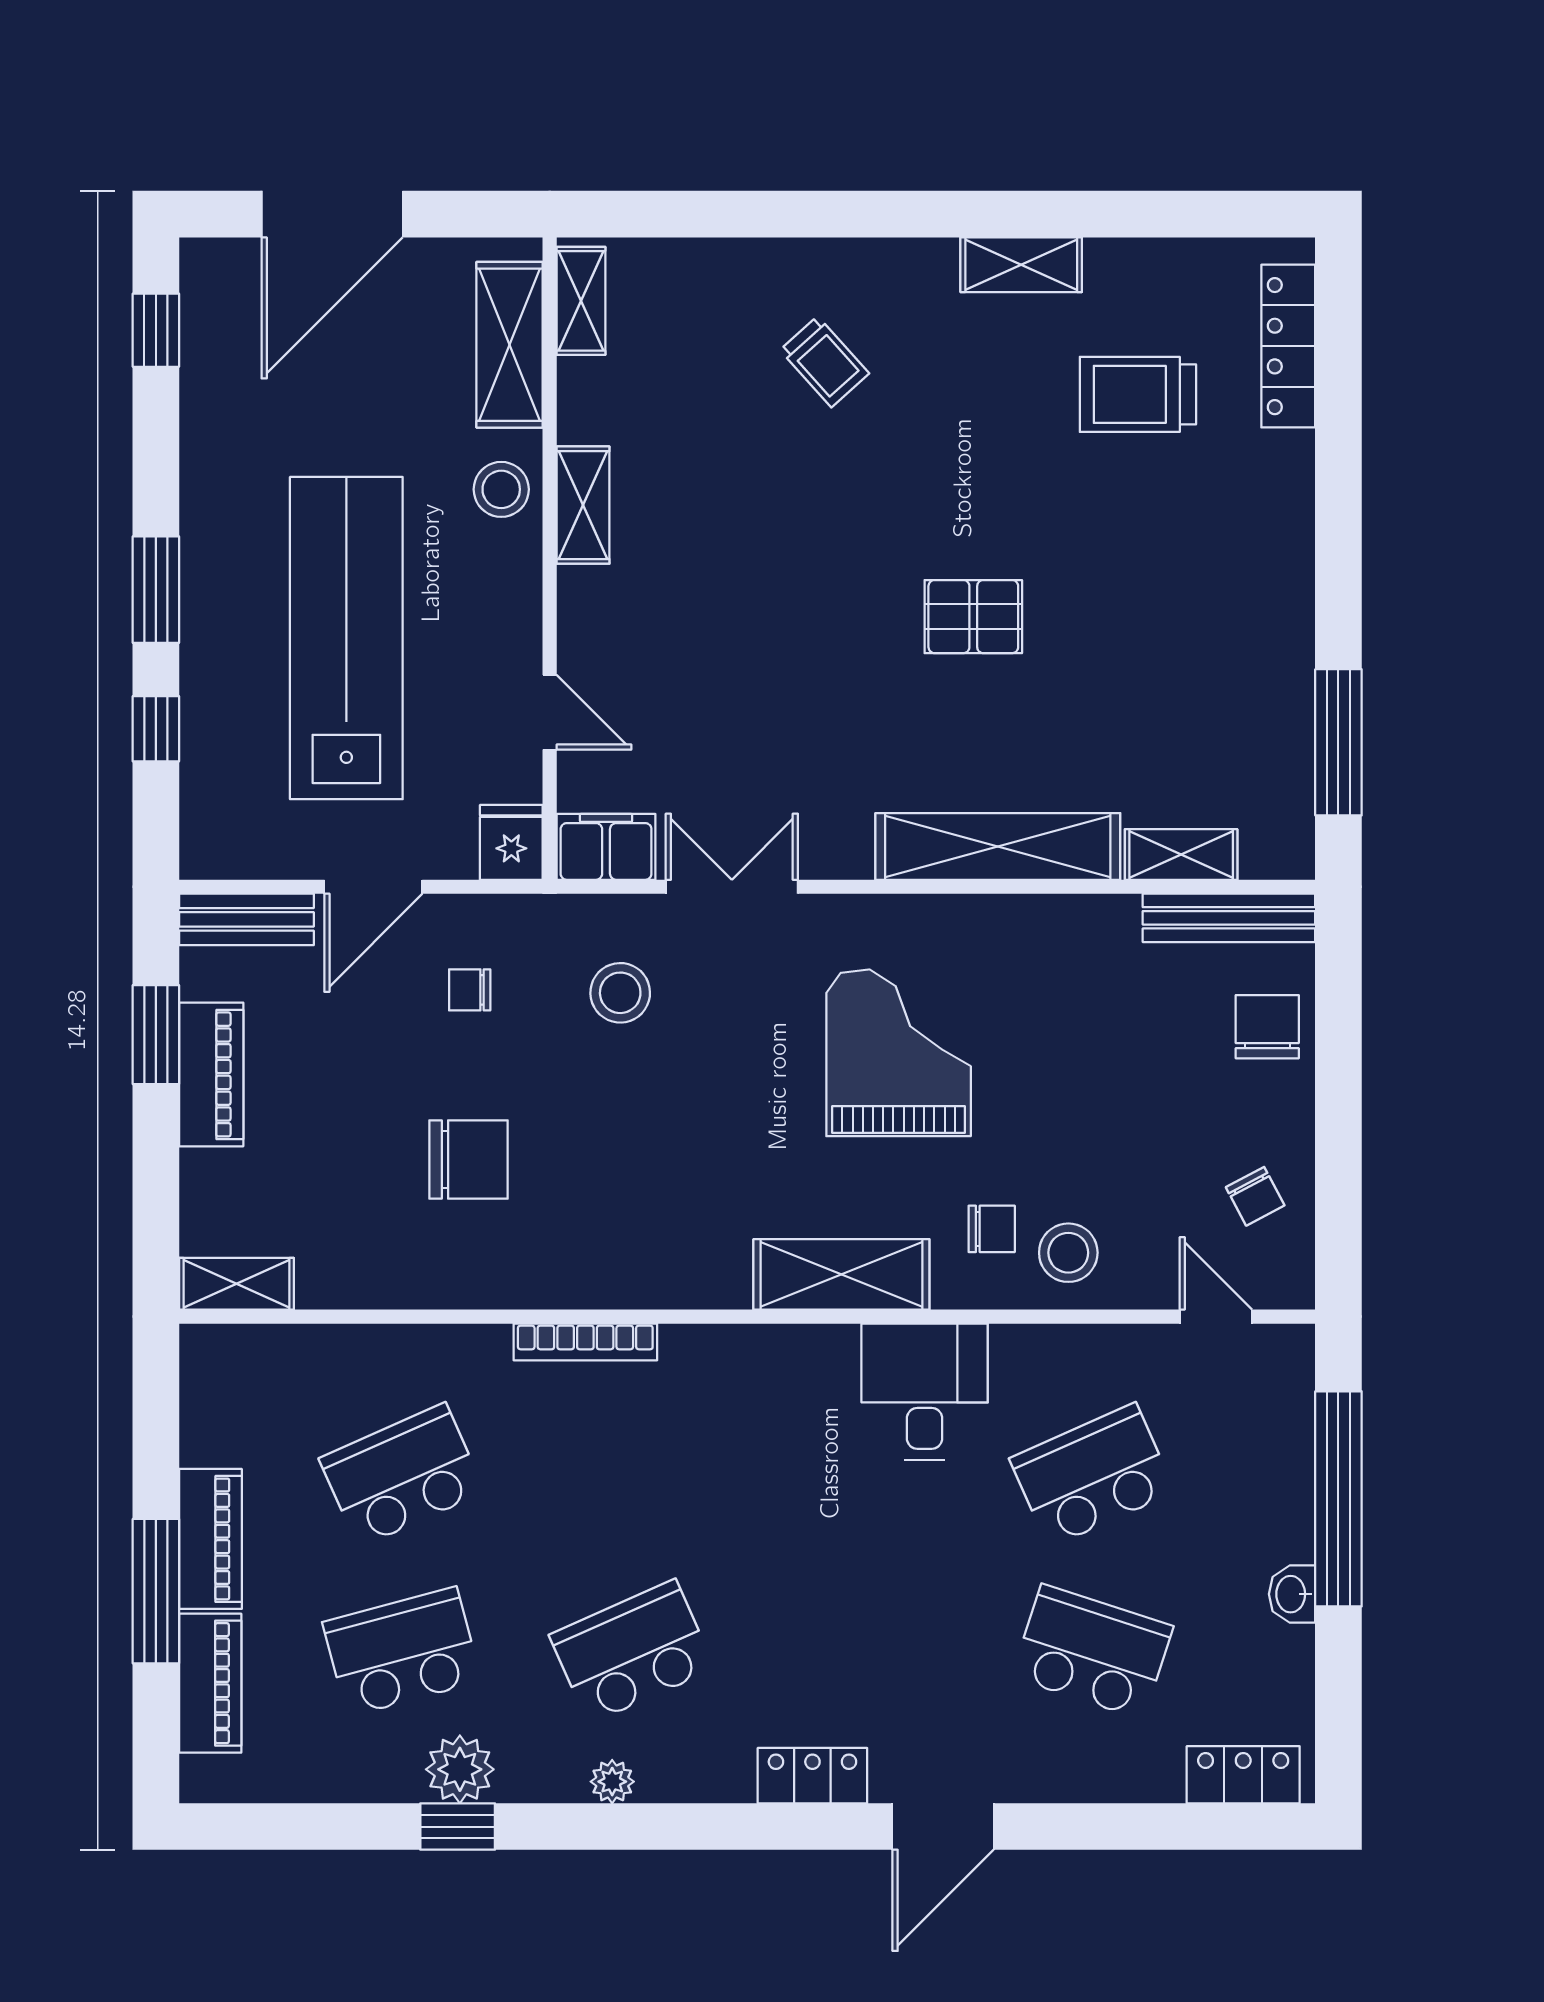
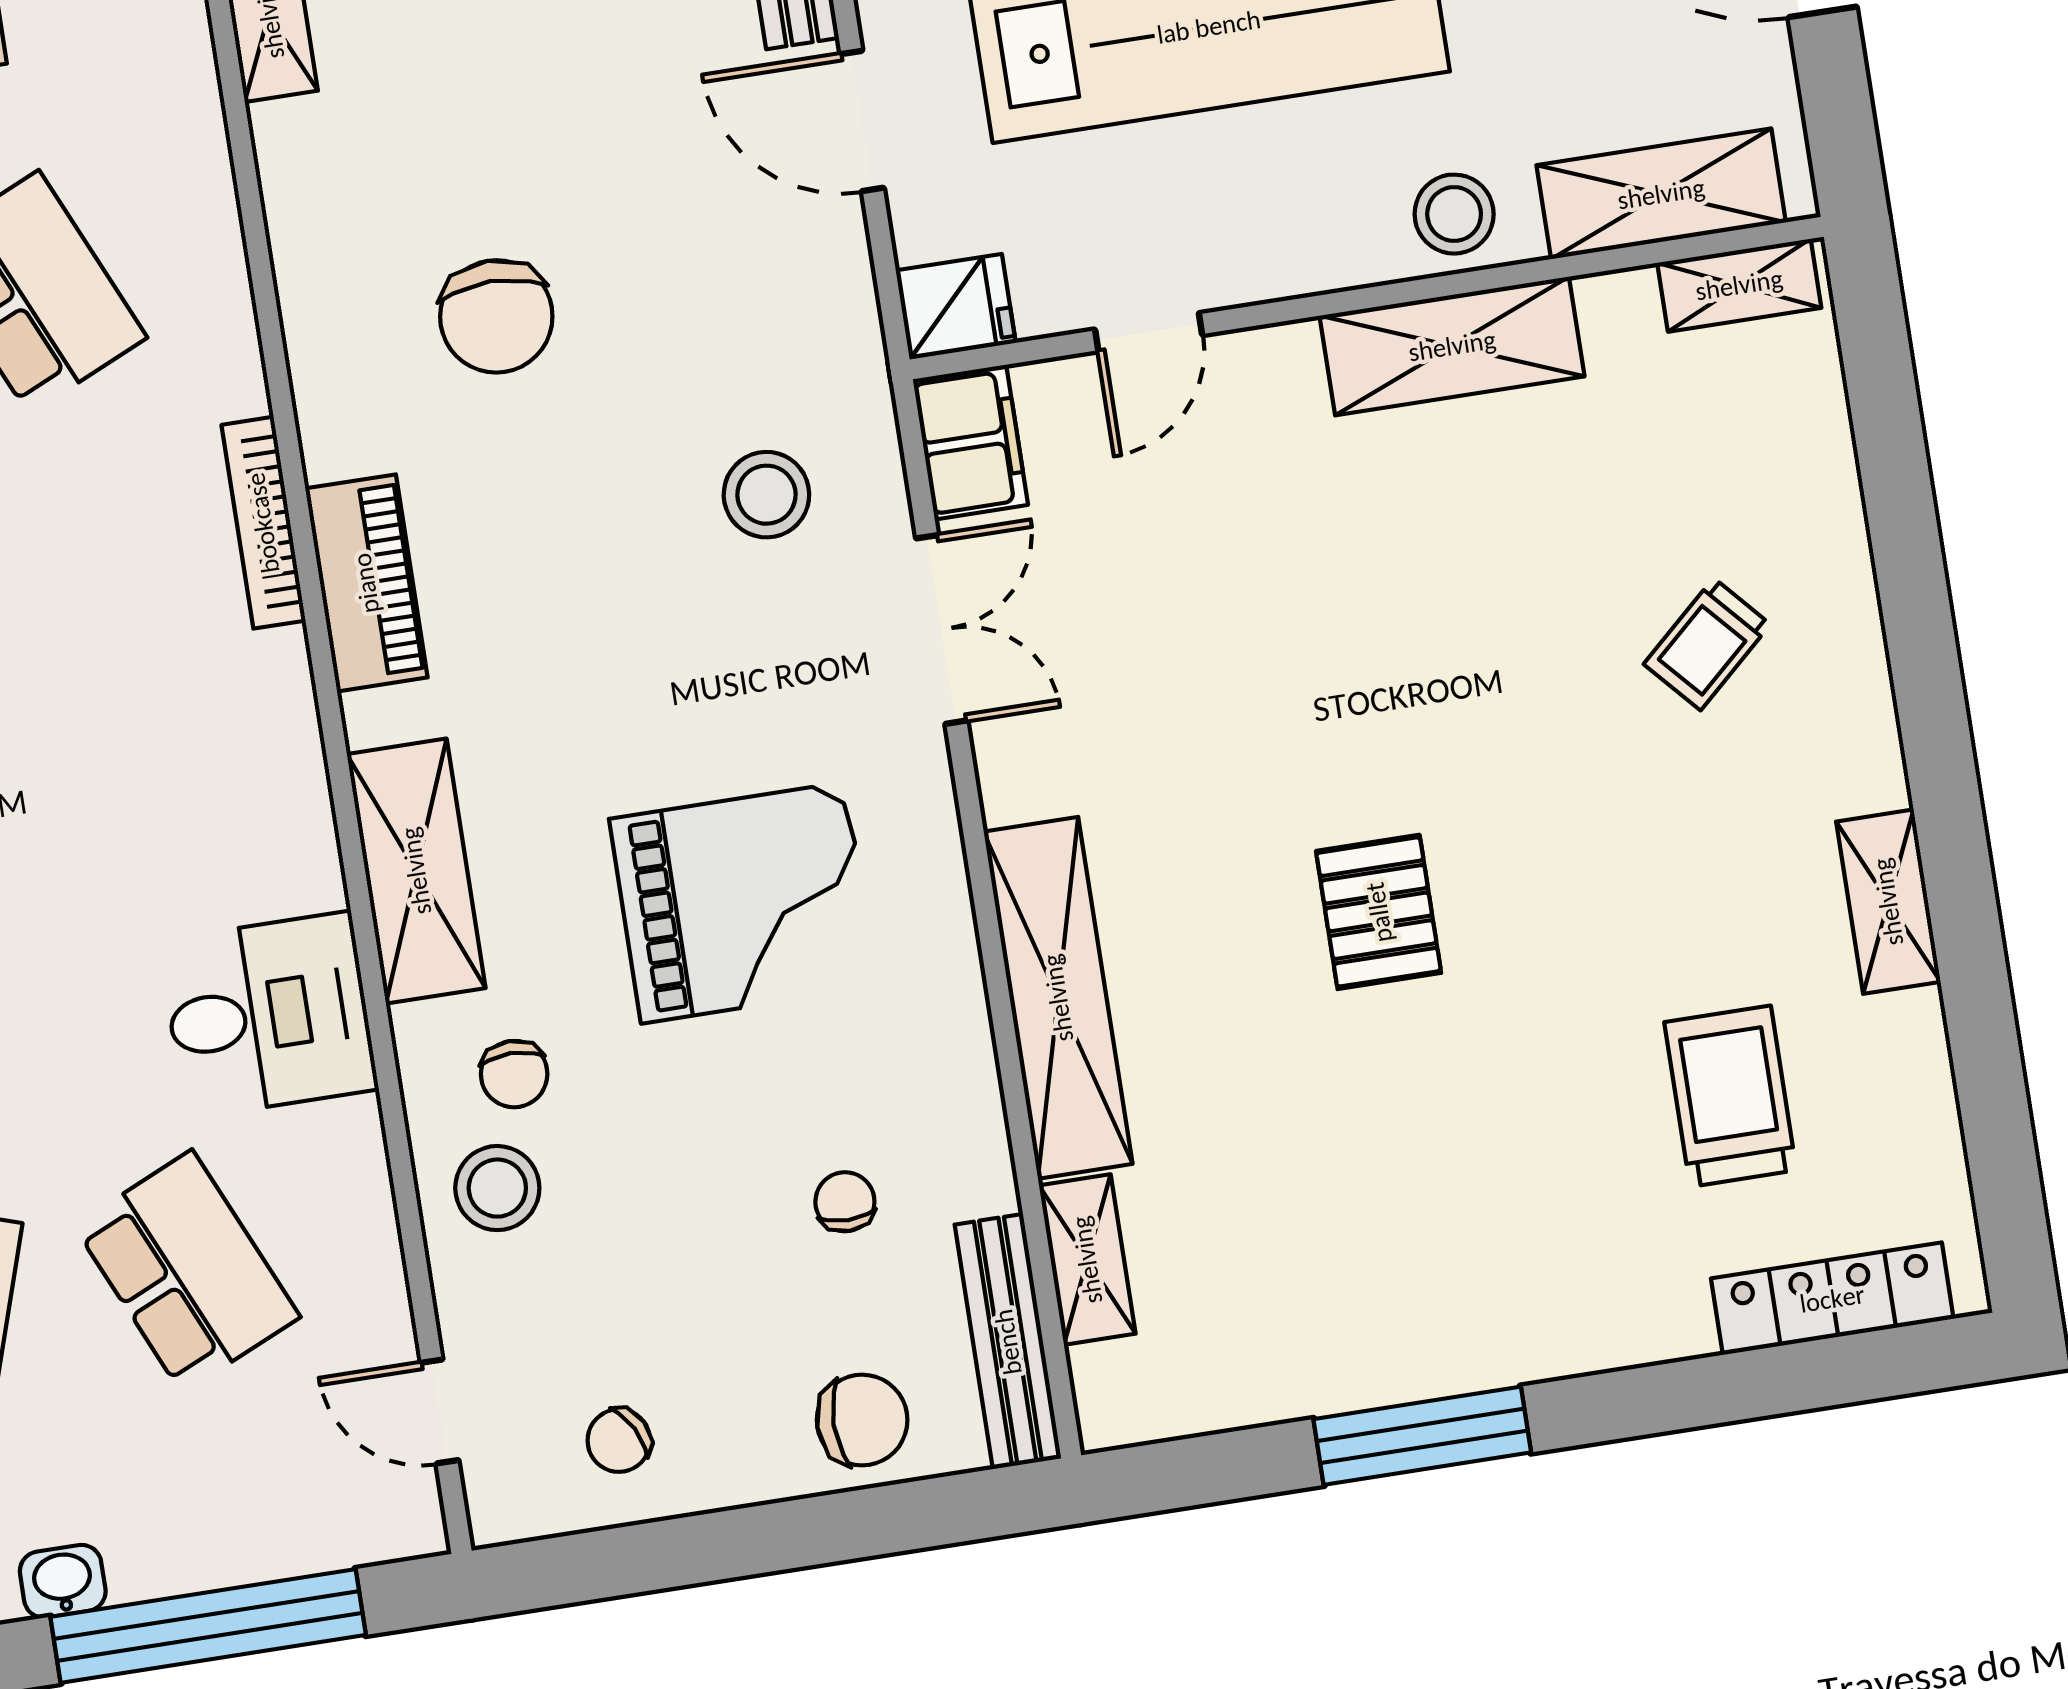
shelving: (583, 505) -> (1452, 346), width x1.50, depth x1.33
window: (1338, 742) -> (1422, 1436), moved
chair: (470, 990) -> (845, 1202), moved
piano: (638, 1278) -> (366, 583), added
door: (1216, 1317) -> (440, 1412), swing flipped

